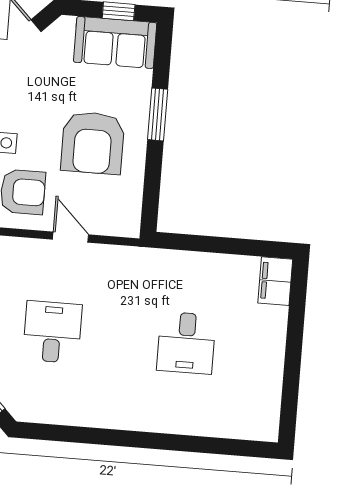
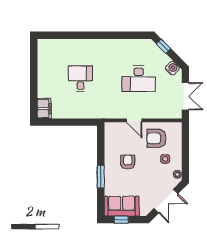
armchair: (93, 143) -> (128, 162), width x0.53, depth x0.53
desk: (52, 332) -> (139, 79), width x1.37

